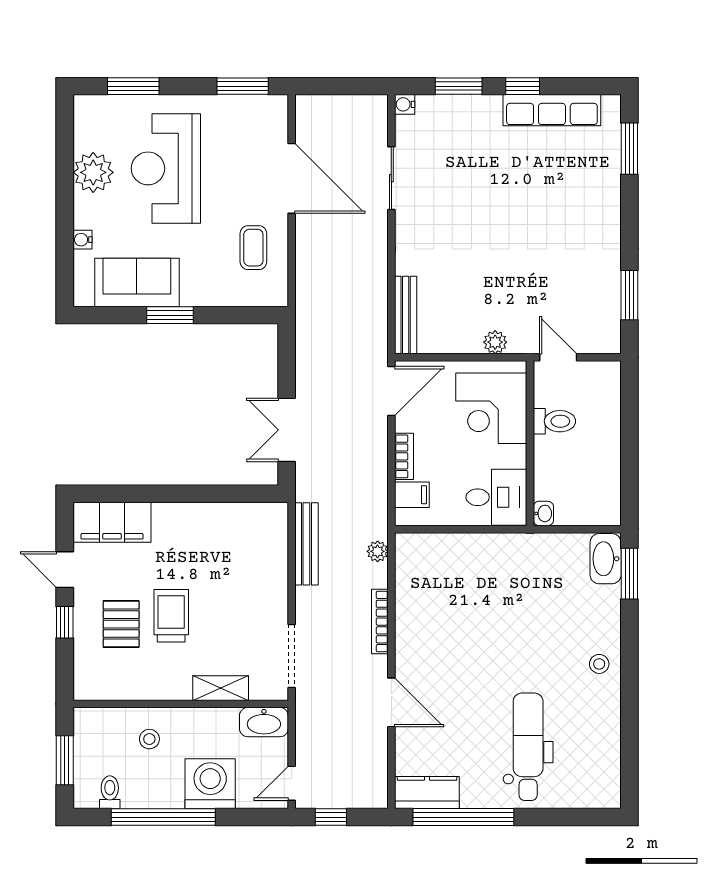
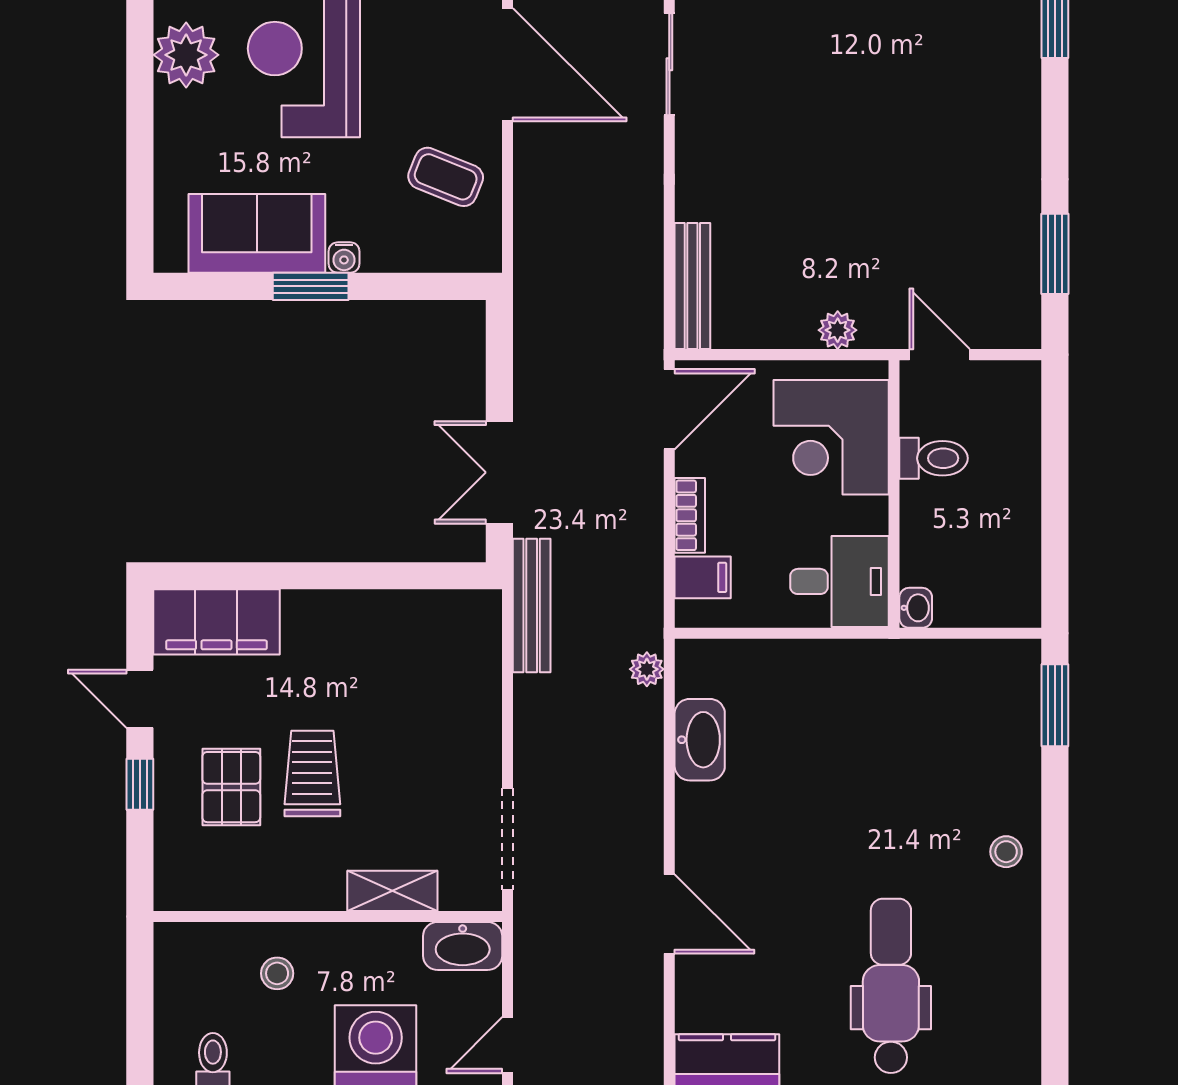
water cooler: (83, 240) -> (344, 257), moved, turned -90
coffee table: (253, 248) -> (446, 177), turned -68
bench: (306, 544) -> (532, 605), moved
washbasin: (606, 559) -> (700, 740), moved, turned 180
bookcase: (380, 622) -> (651, 783), removed
window: (65, 760) -> (140, 1008), removed

